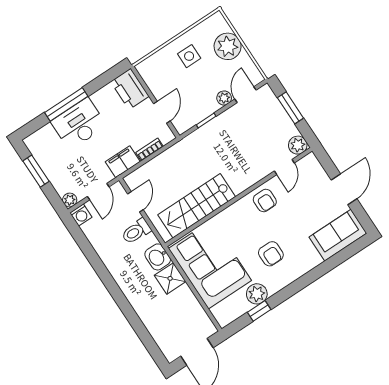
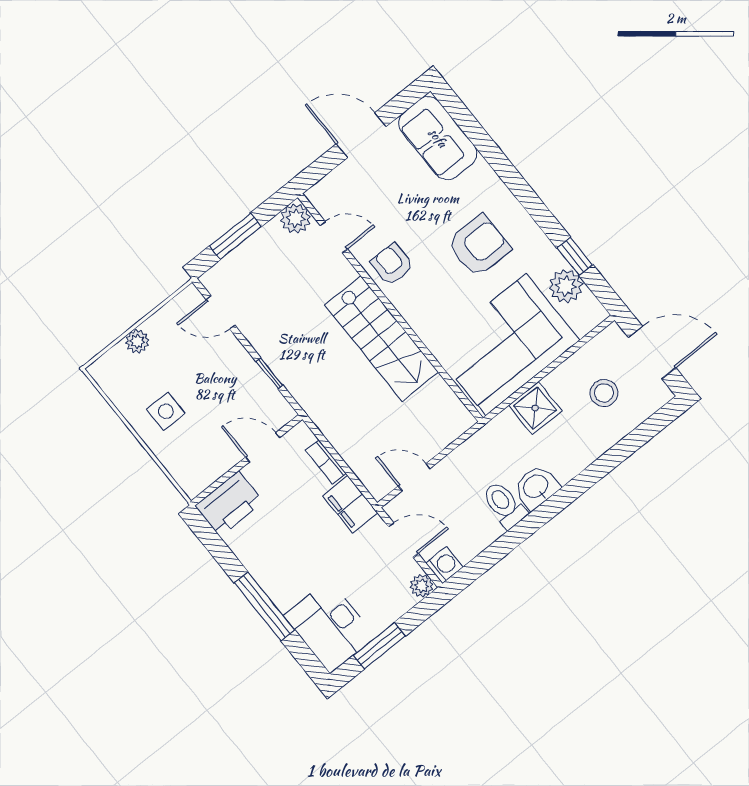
plant: (228, 46) -> (137, 341), width x0.53, depth x0.53
plant: (224, 98) -> (229, 347), removed
desk: (79, 124) -> (330, 626), moved
armchair: (265, 200) -> (392, 264), turned -90
stairs: (197, 206) -> (381, 338), moved
toilet: (136, 231) -> (504, 505), moved, turned 180
armchair: (271, 254) -> (479, 246), width x1.38, depth x1.38
washbasin: (158, 257) -> (536, 487), moved, turned 180
plant: (257, 294) -> (566, 286), moved
stool: (175, 321) -> (604, 393), added

